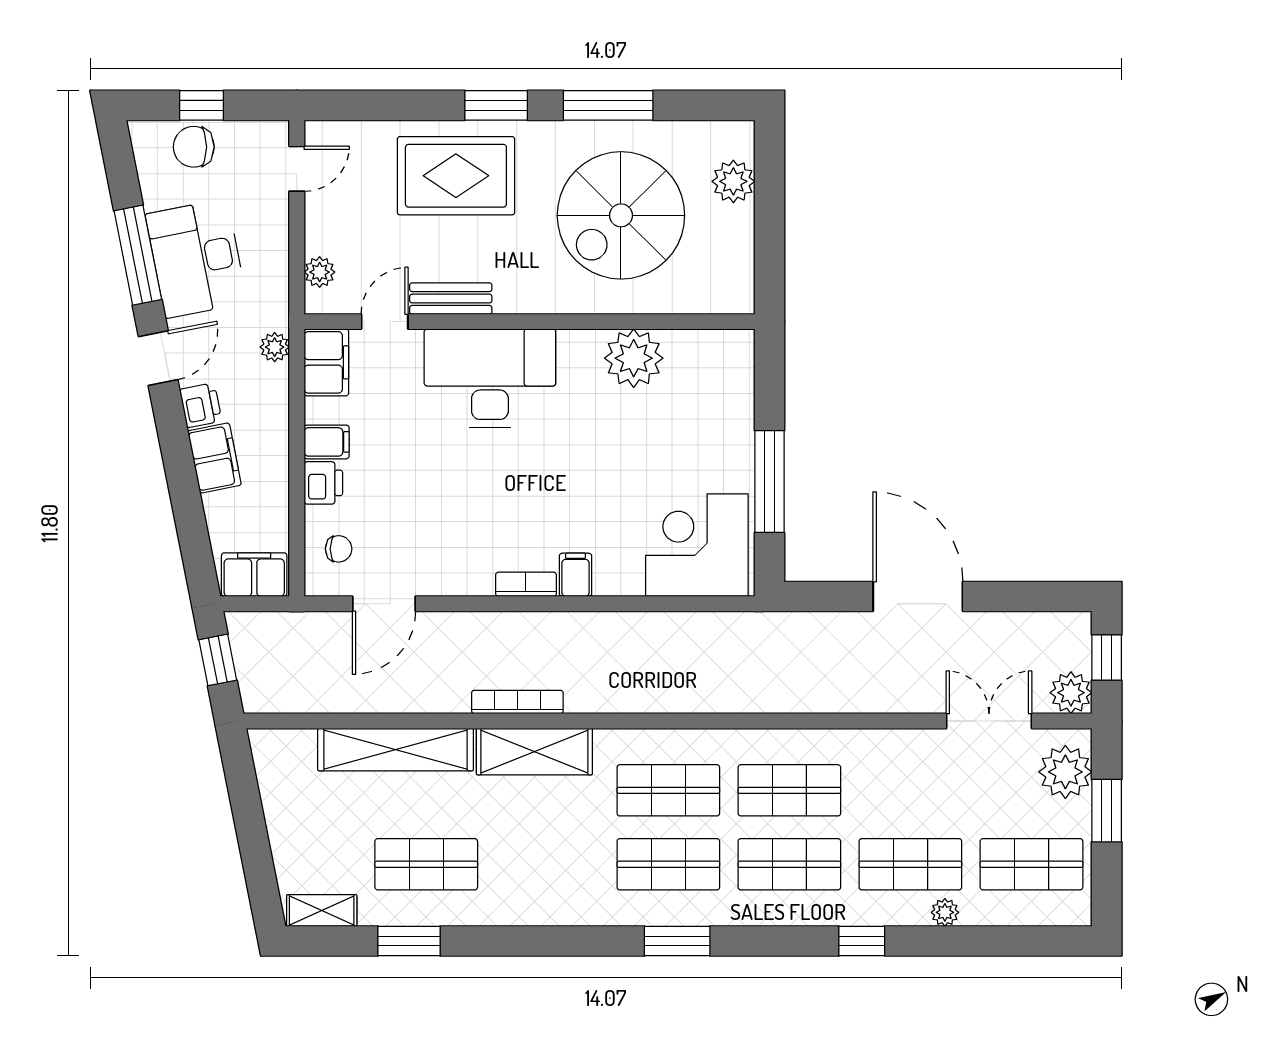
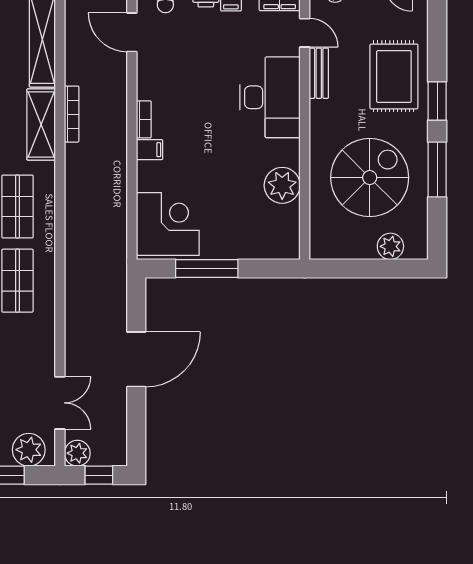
spiral stairs: (621, 215) -> (370, 178), turned 90

